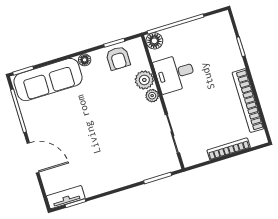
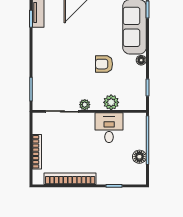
floor lamp: (154, 41) -> (139, 157), moved
armchair: (118, 58) -> (104, 64), moved
plant: (152, 96) -> (85, 105), moved

